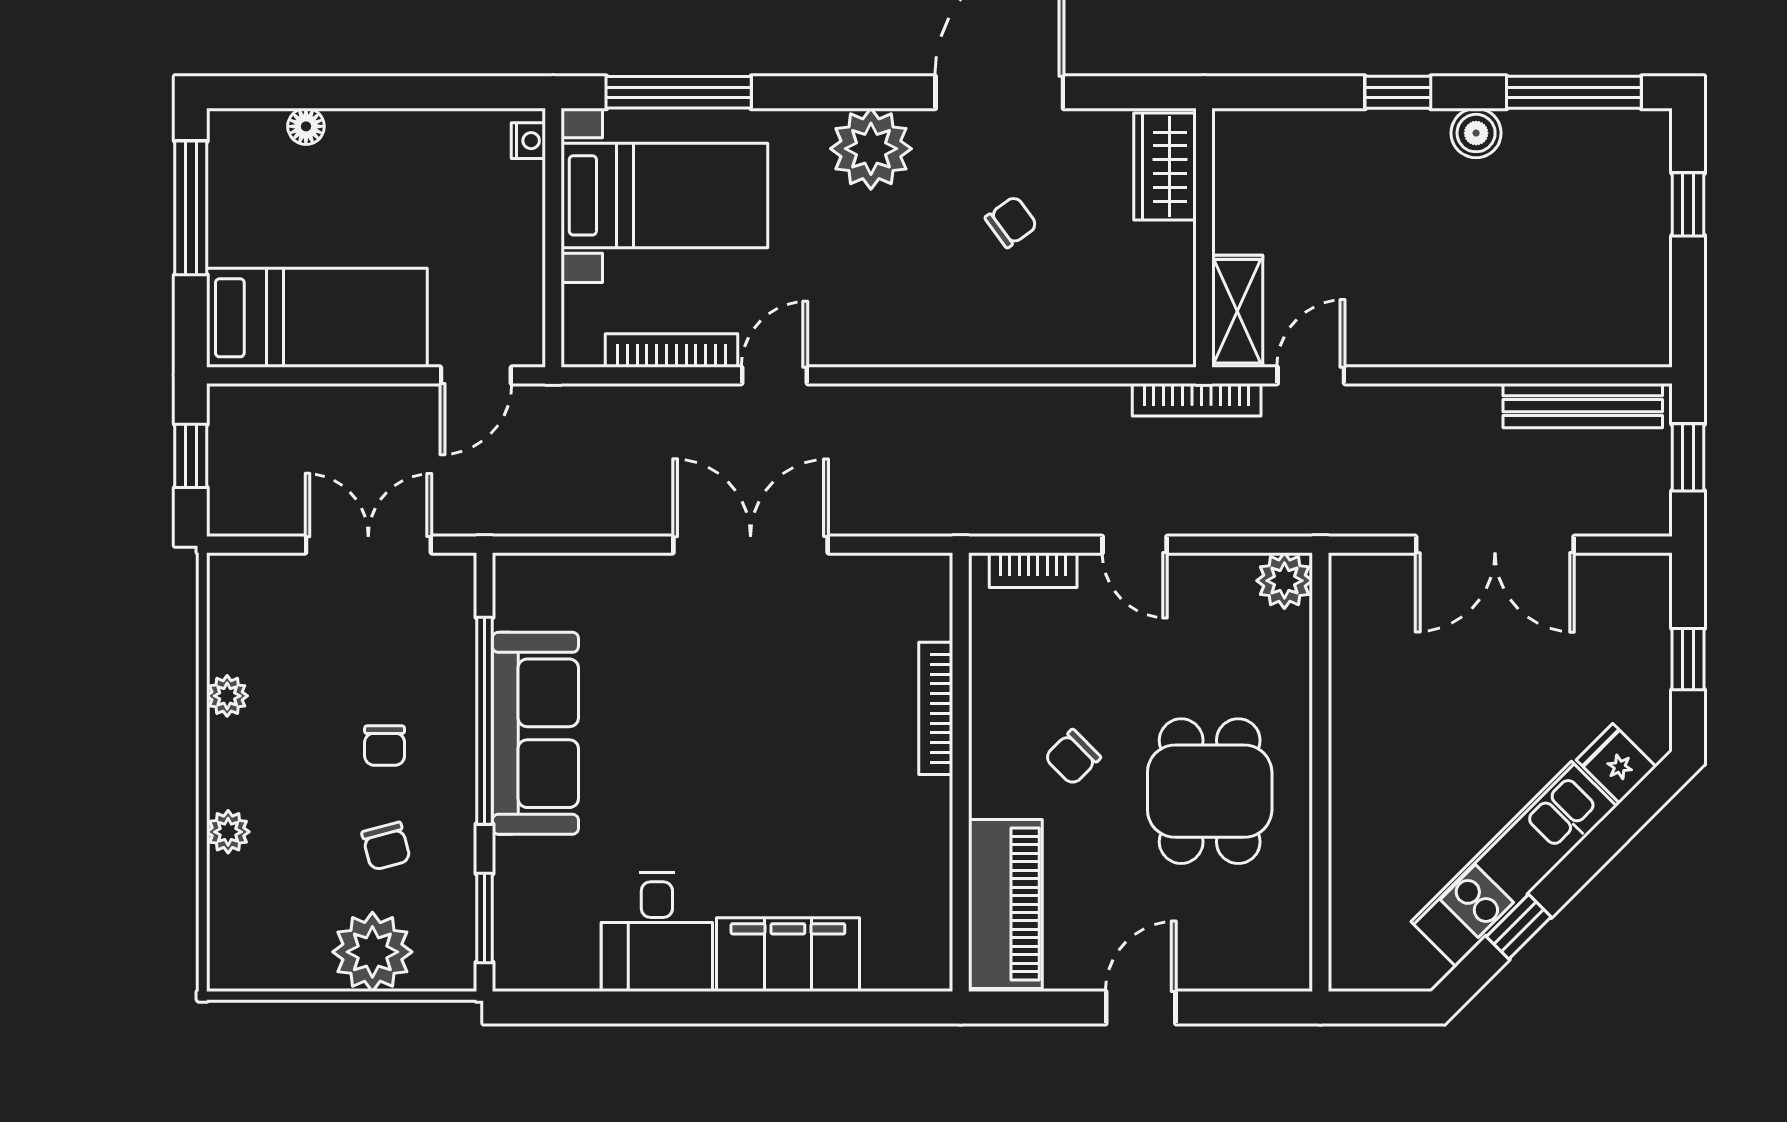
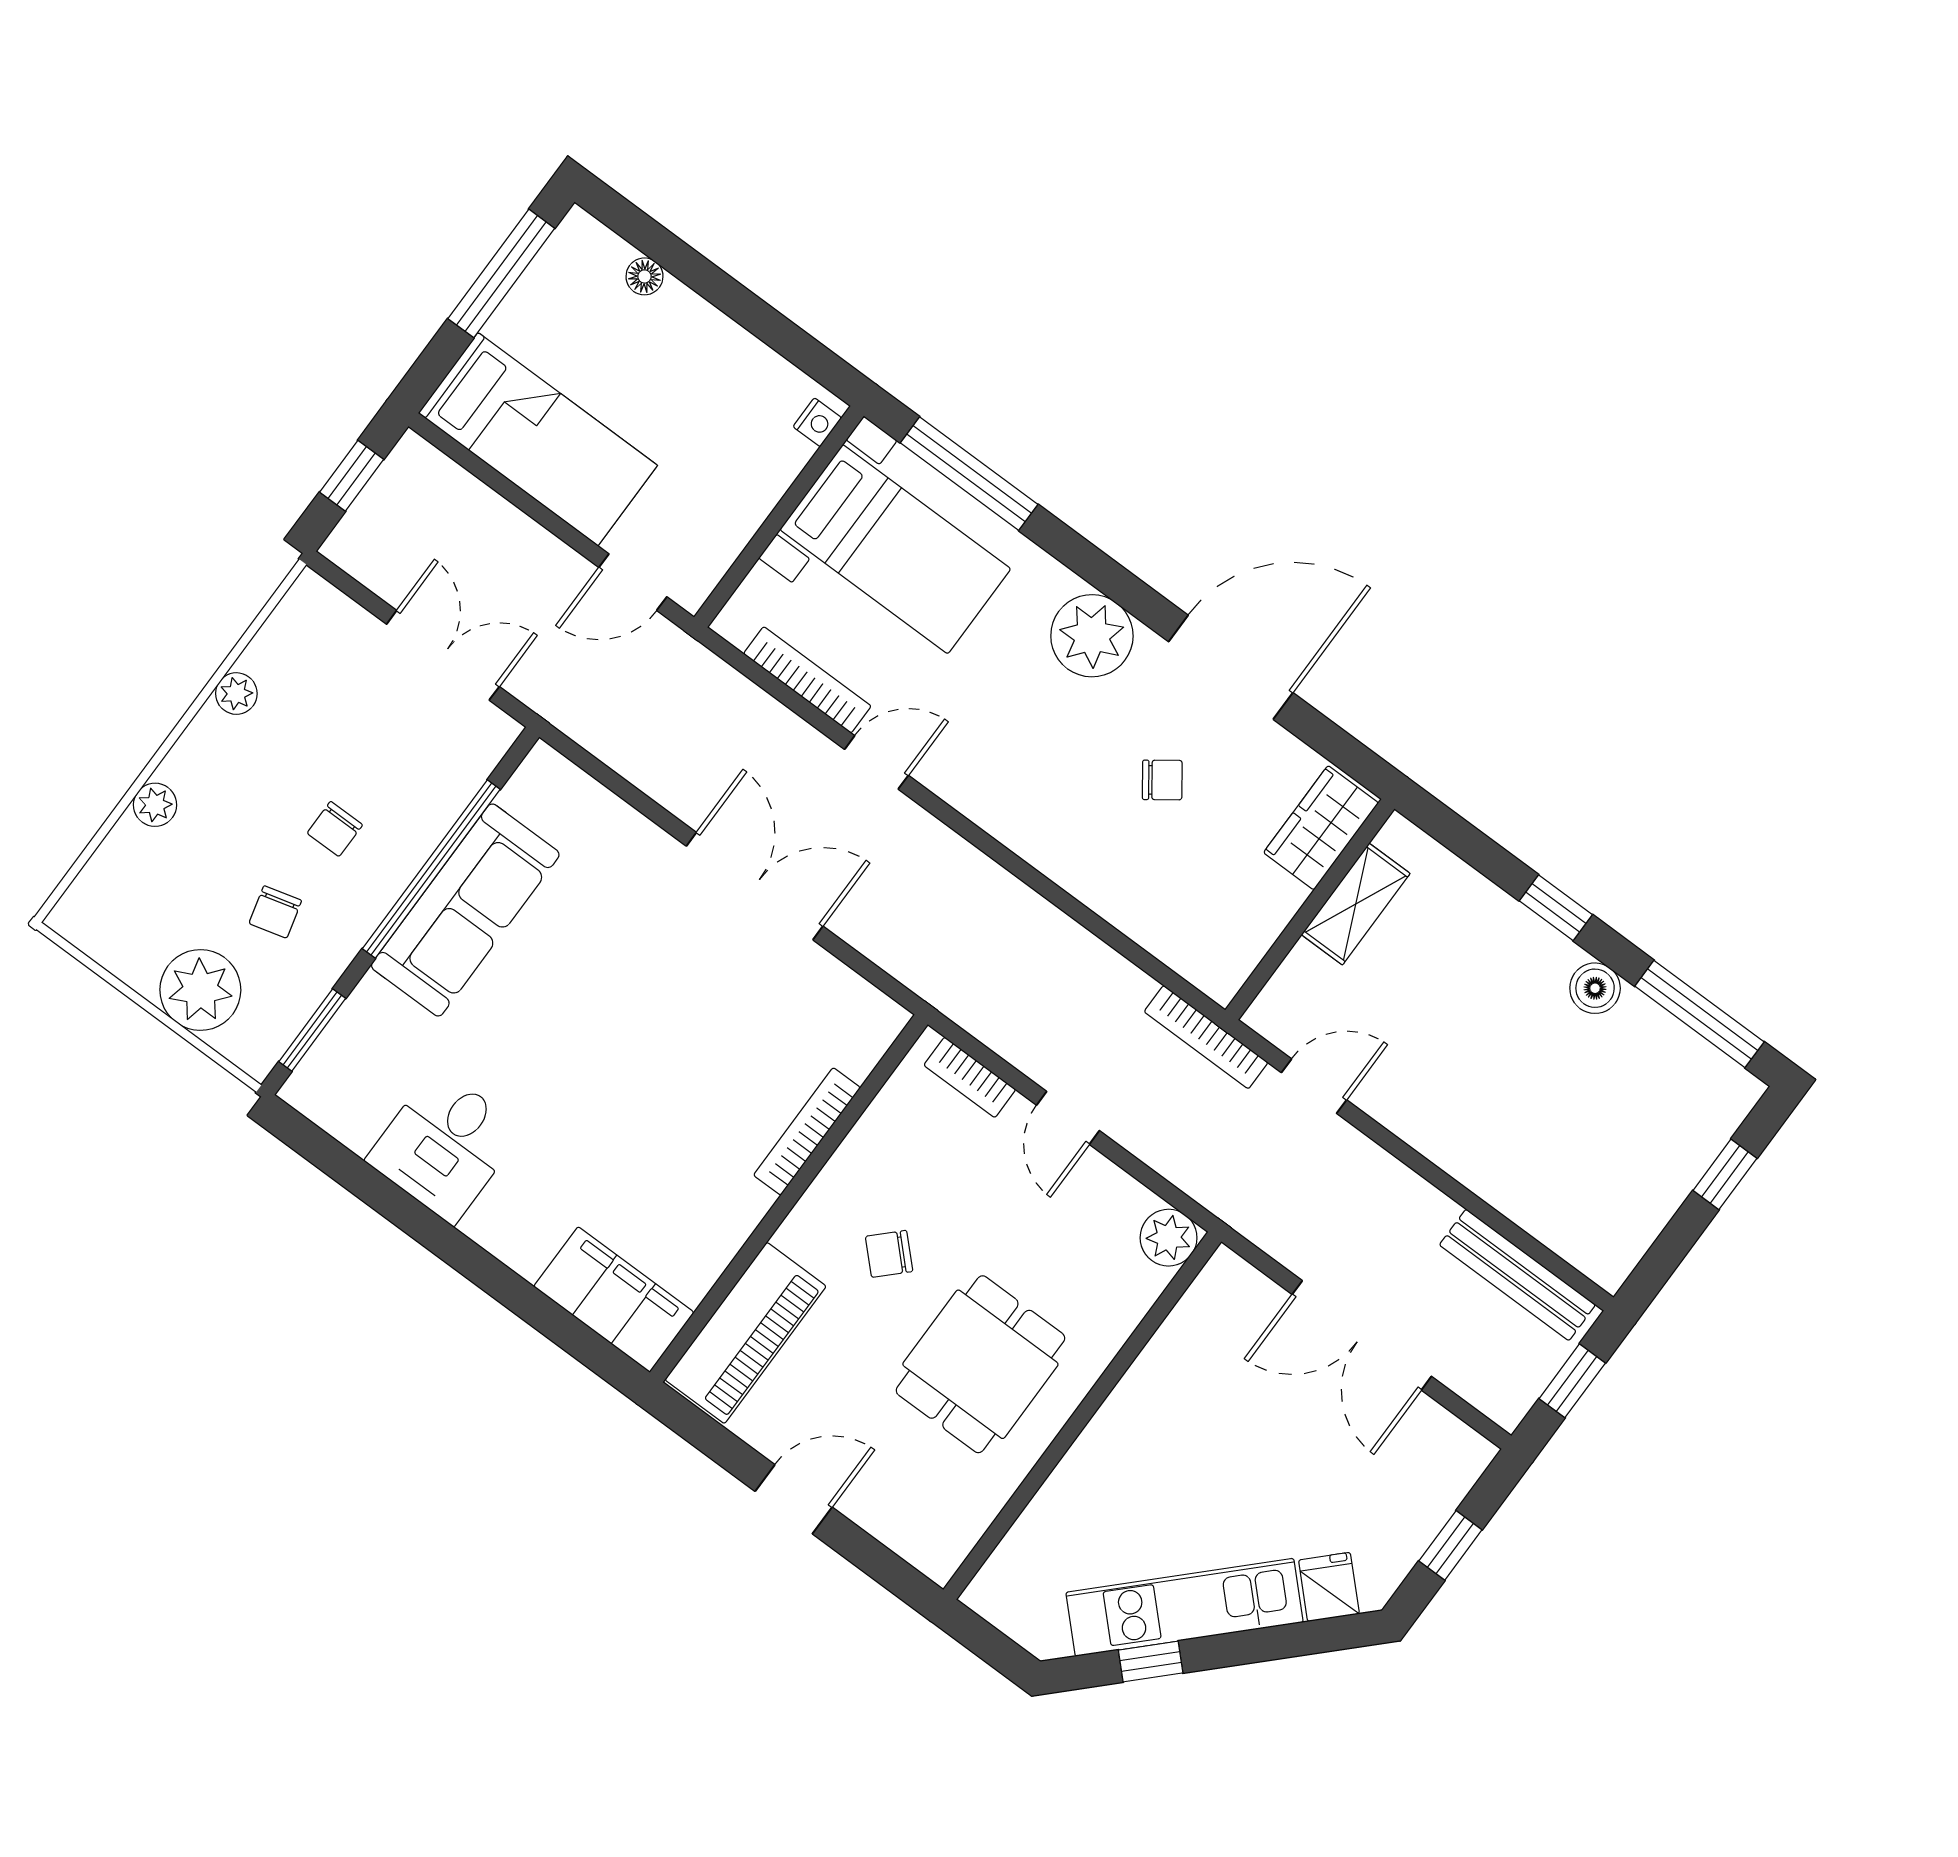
shelving: (1237, 311) -> (1356, 904), moved
filing cabinet: (788, 955) -> (614, 1300), moved

